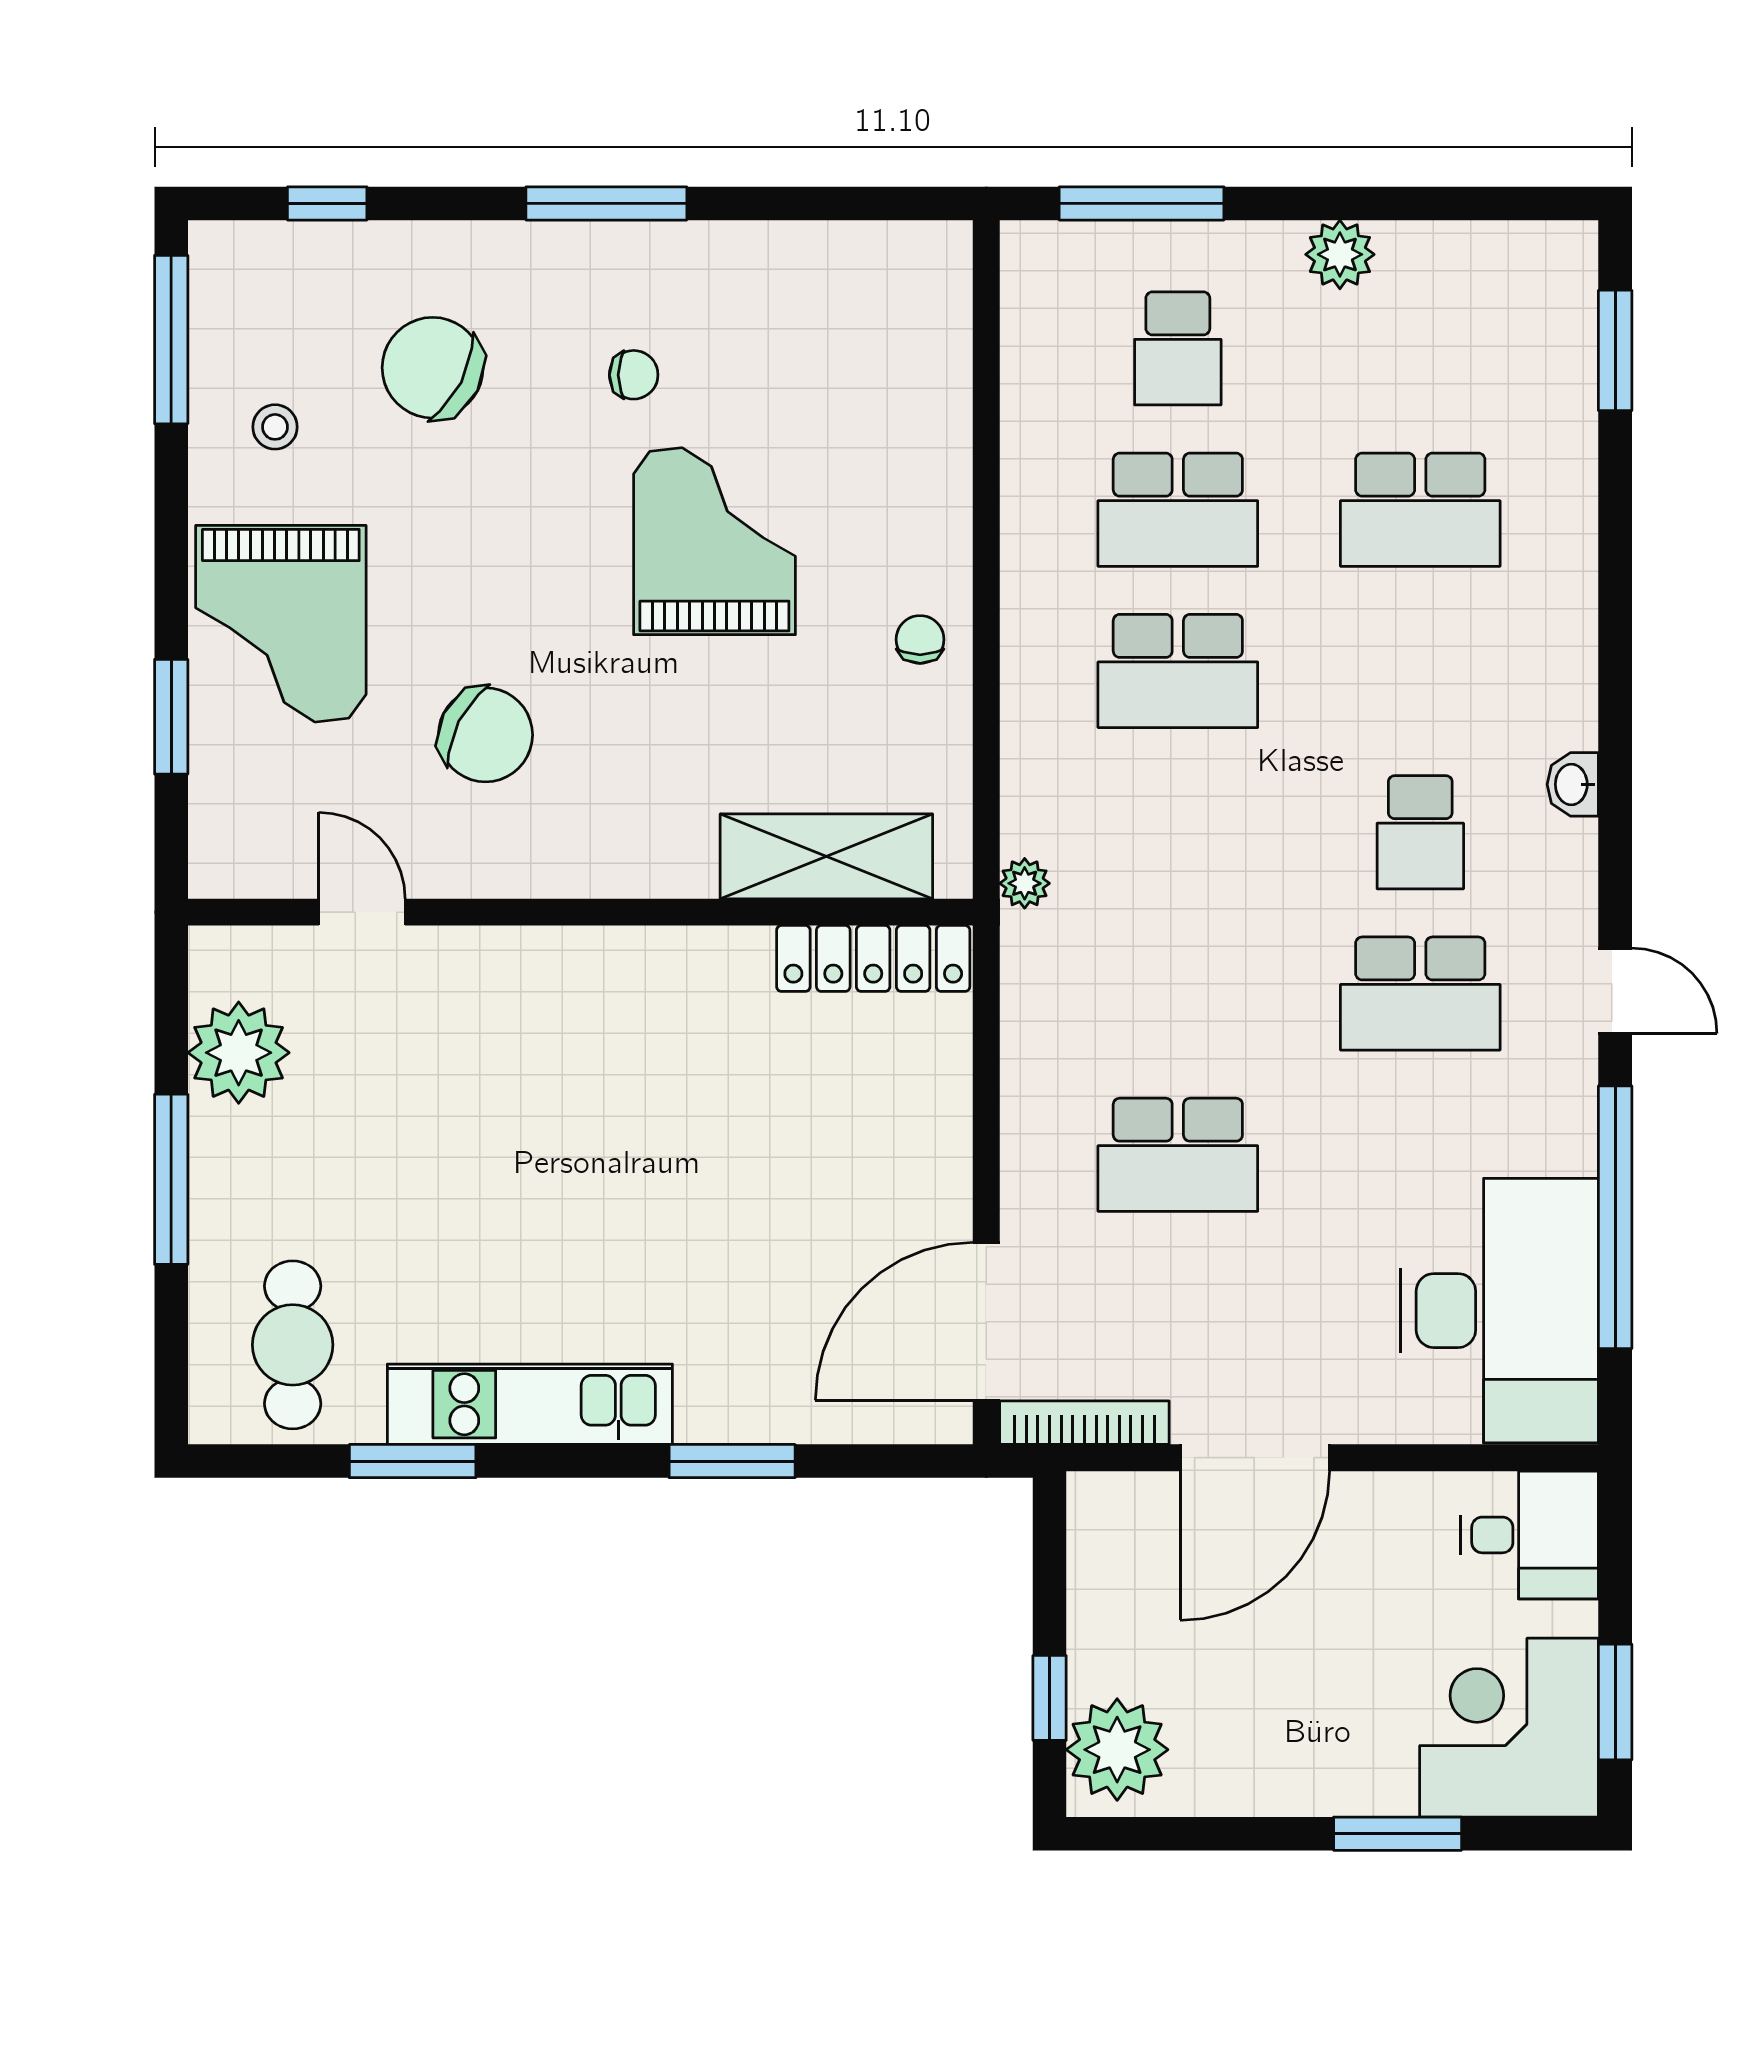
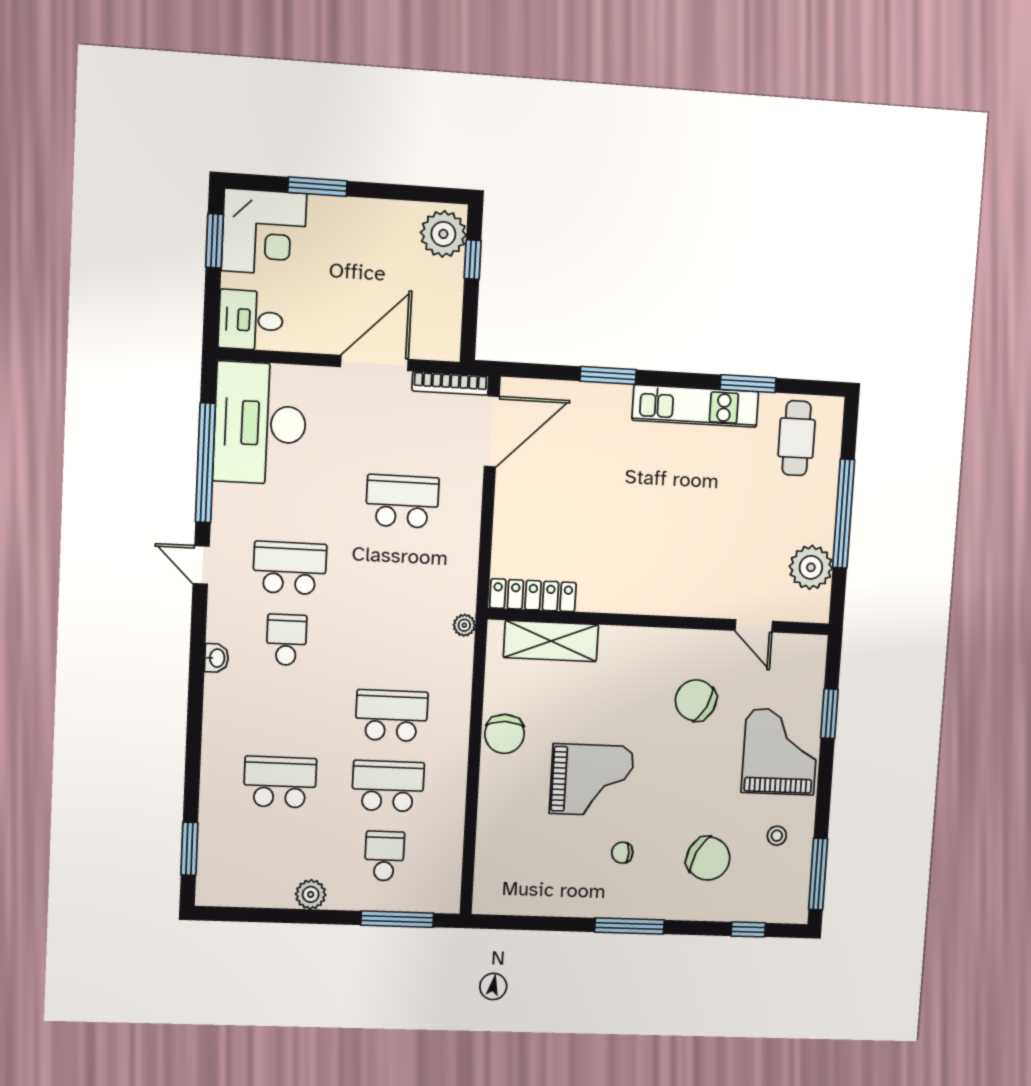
grand piano: (714, 541) -> (592, 780), turned -90
chair: (920, 639) -> (505, 734), width x1.87, depth x1.87
window: (171, 1179) -> (844, 514), width x1.46

